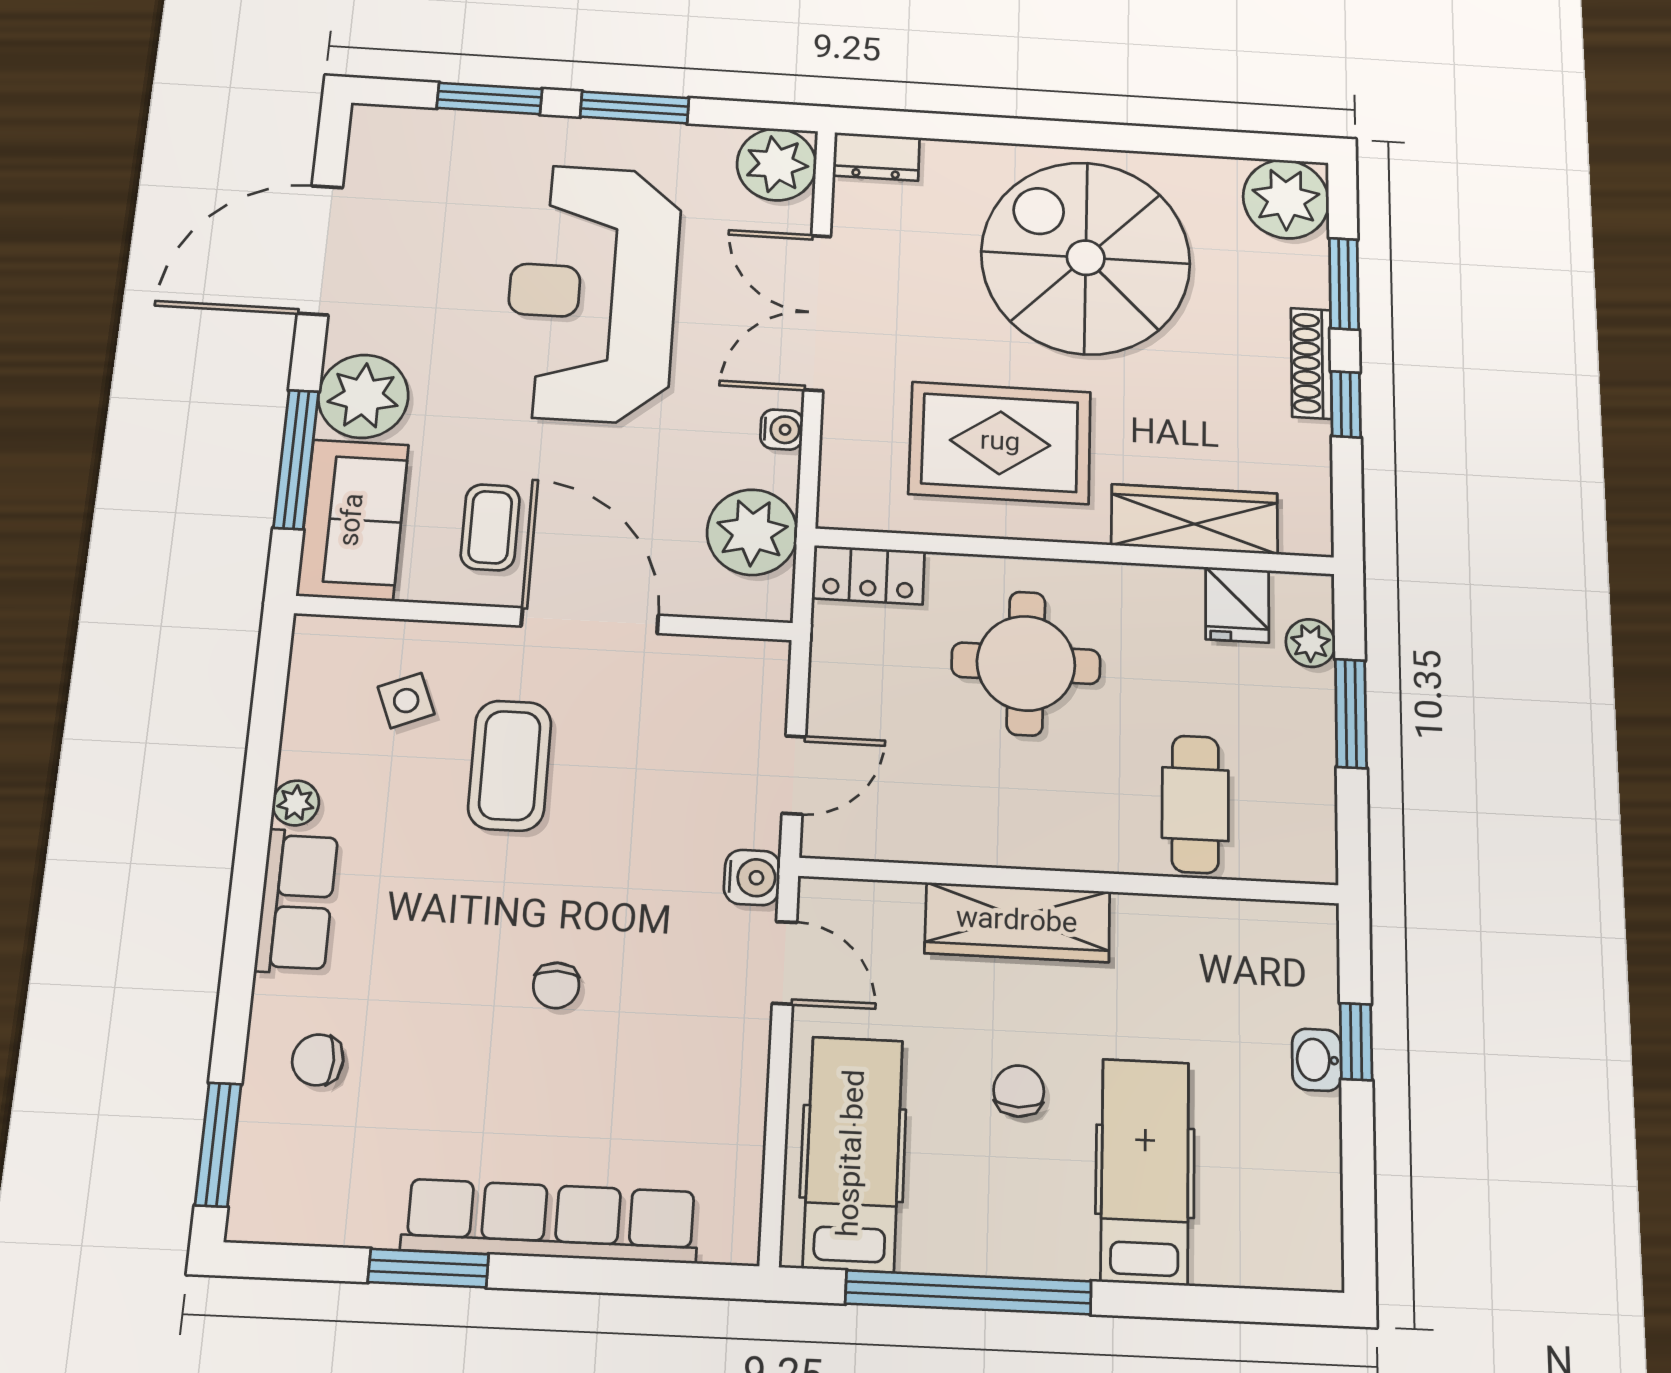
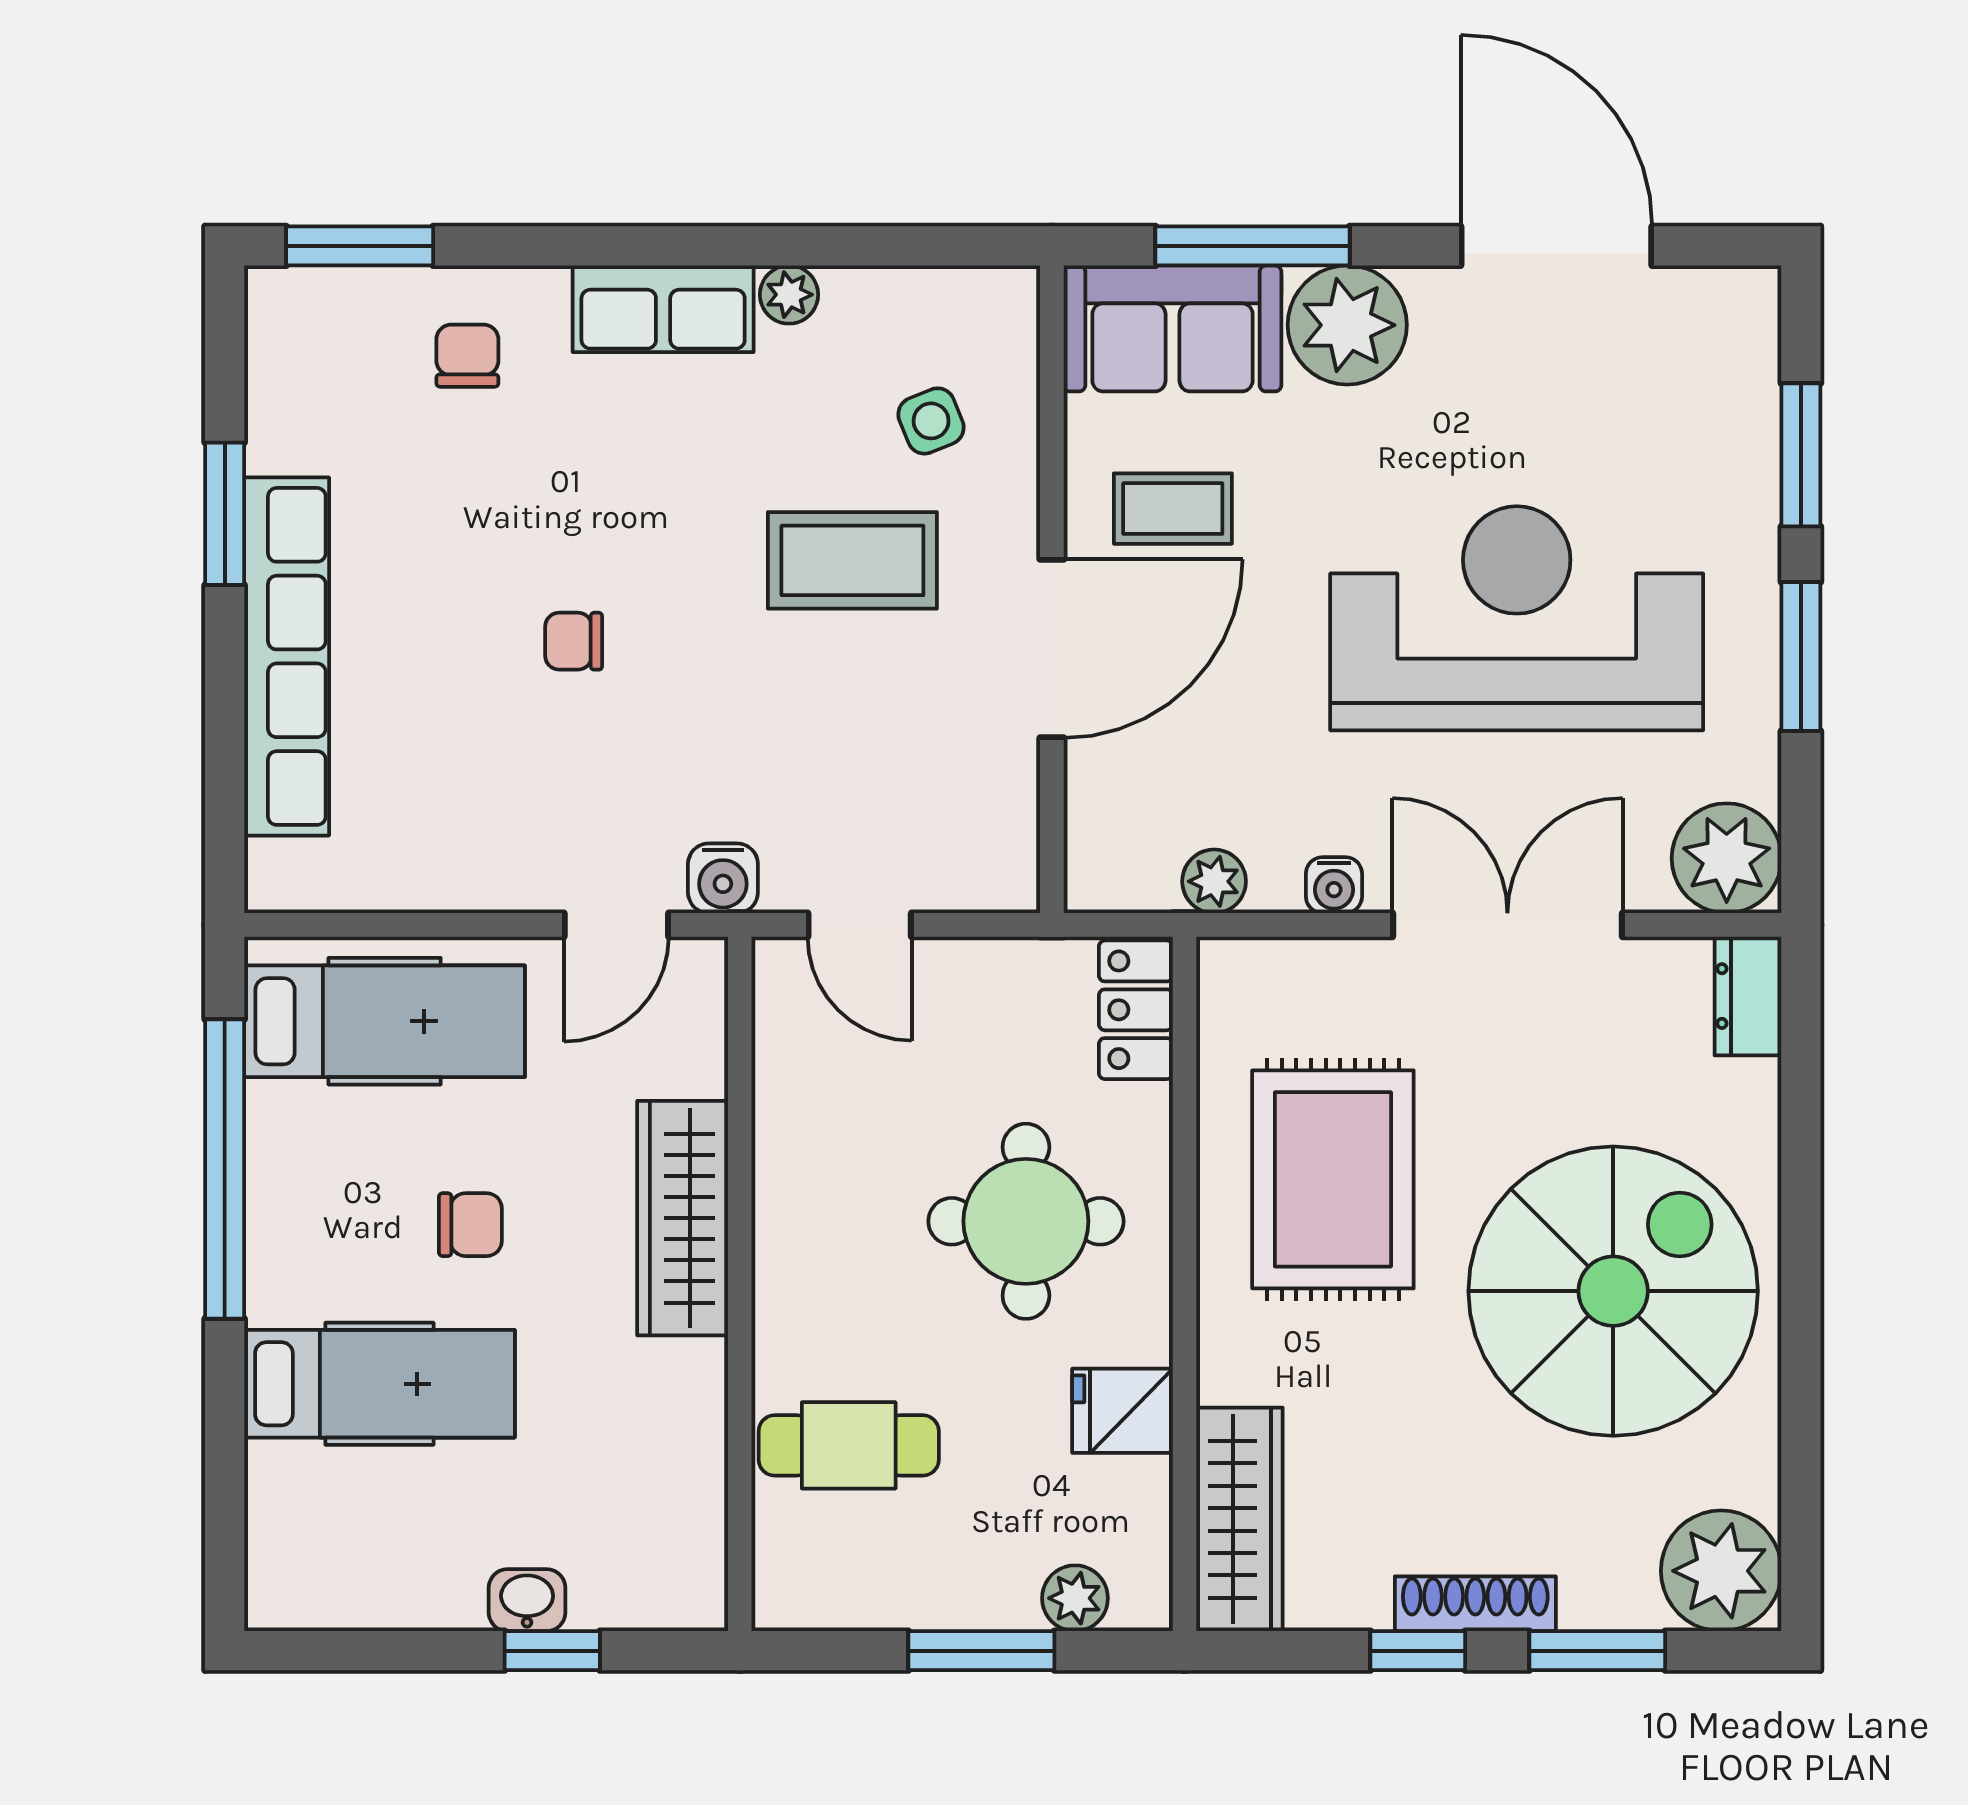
wardrobe: (1195, 519) -> (1239, 1519), moved
plant: (752, 532) -> (1214, 881), width x0.53, depth x0.53
fridge: (1237, 605) -> (1123, 1411), moved

